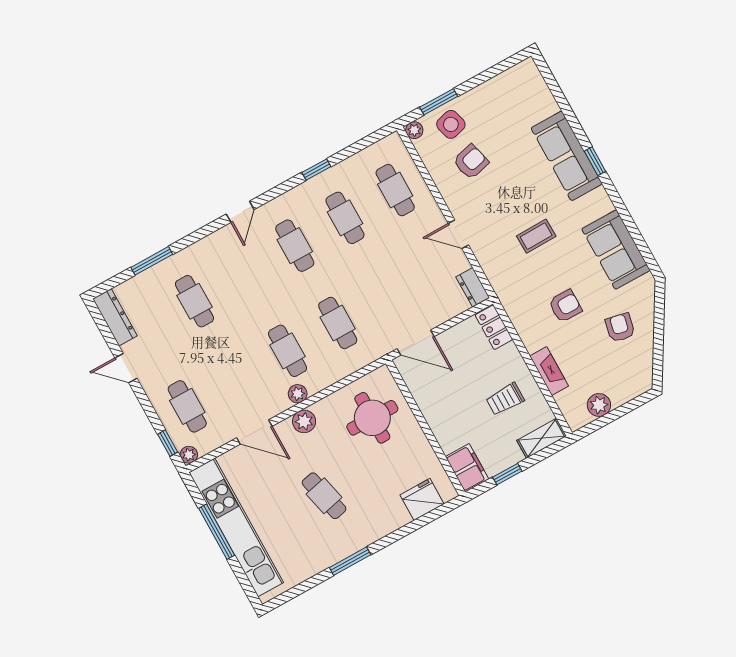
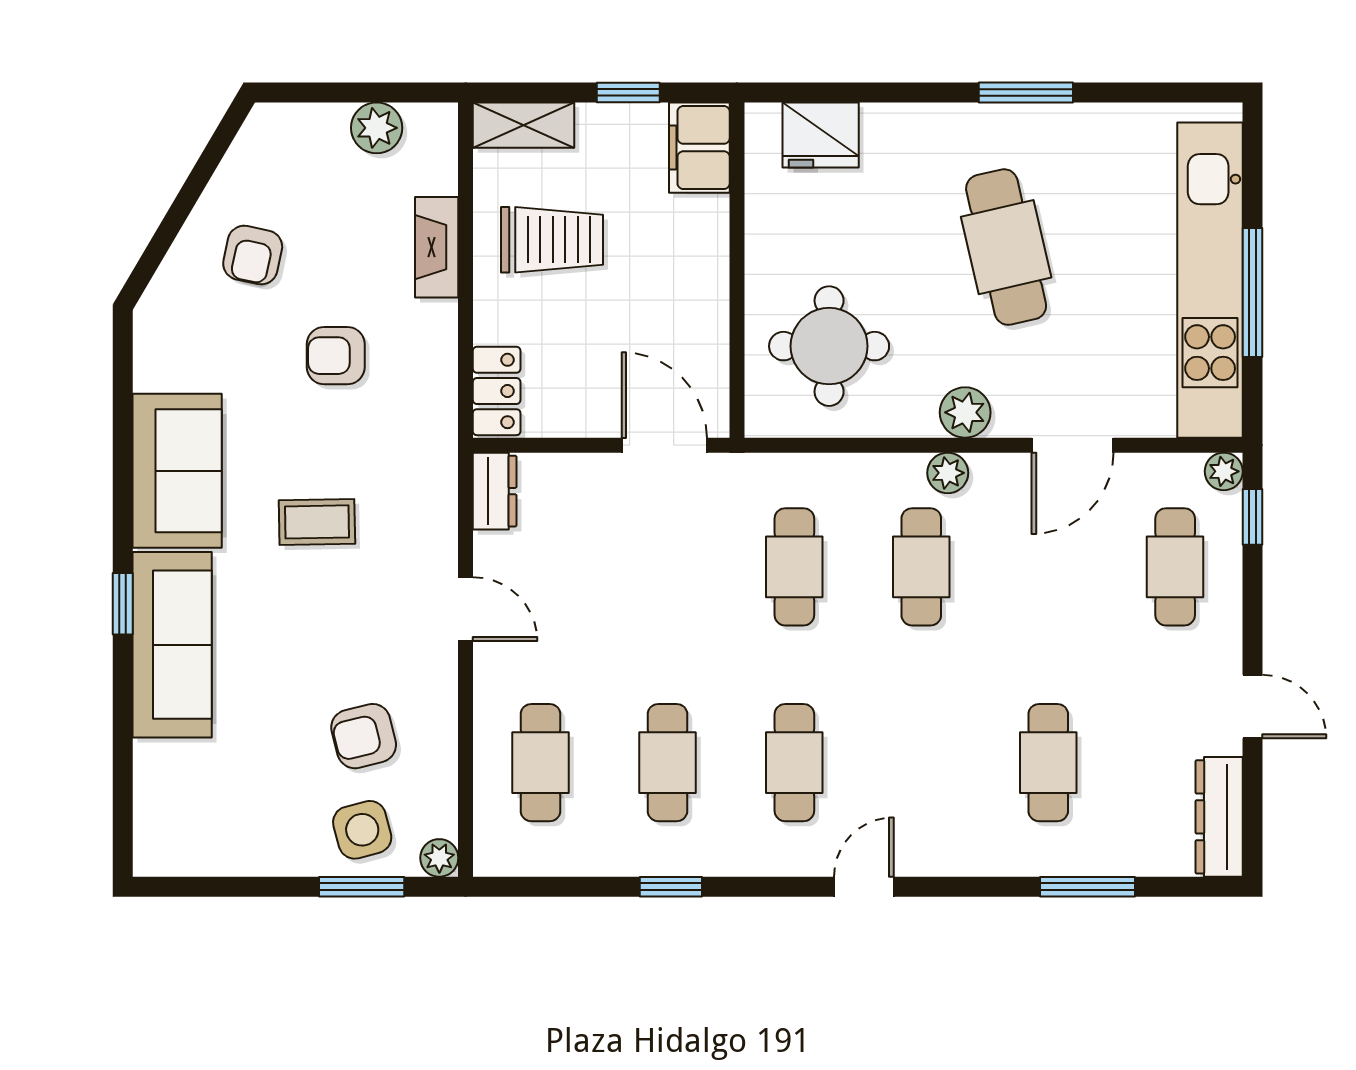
sofa: (616, 250) -> (177, 471), moved
trolley: (505, 399) -> (552, 240), width x1.36, depth x1.39
door: (254, 432) -> (1073, 445), swing flipped
cafe table: (324, 496) -> (1006, 247), width x1.37, depth x1.35

